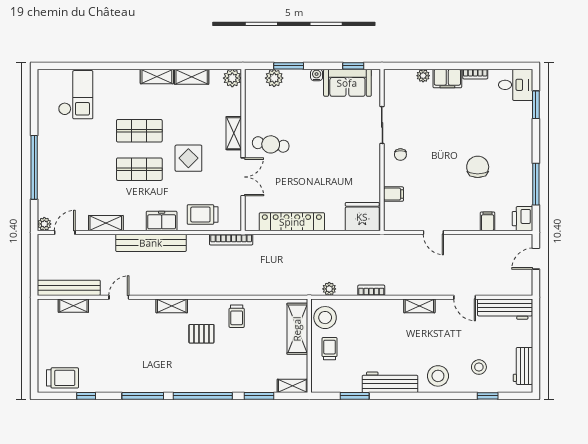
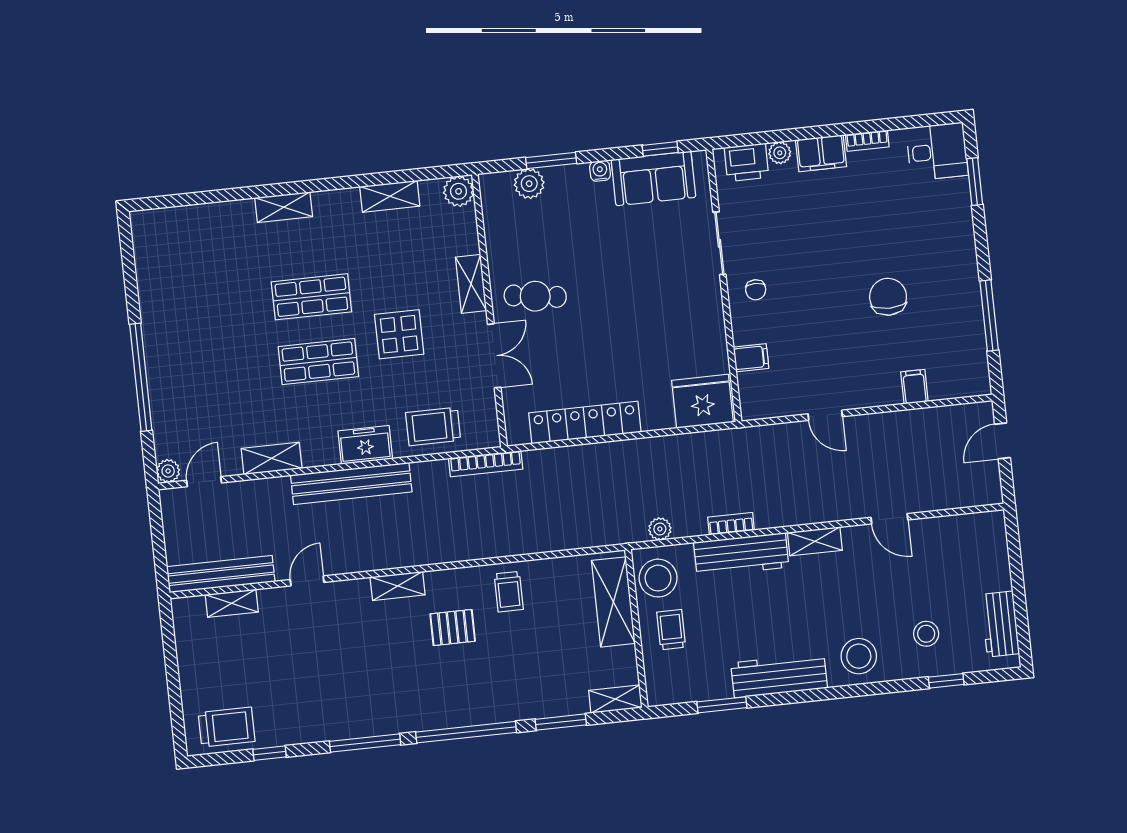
shelving: (157, 76) -> (284, 207), moved
checkout: (76, 95) -> (198, 248), removed
printer: (522, 219) -> (747, 162), moved, turned -90
workbench: (505, 309) -> (741, 555), moved

